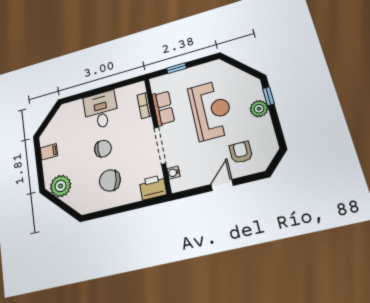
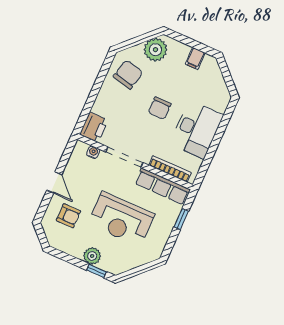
bookcase: (144, 105) -> (170, 169), width x1.56
row of seats: (163, 108) -> (162, 186), width x1.48
desk: (101, 110) -> (197, 129), width x1.37
chair: (110, 180) -> (128, 75), moved

